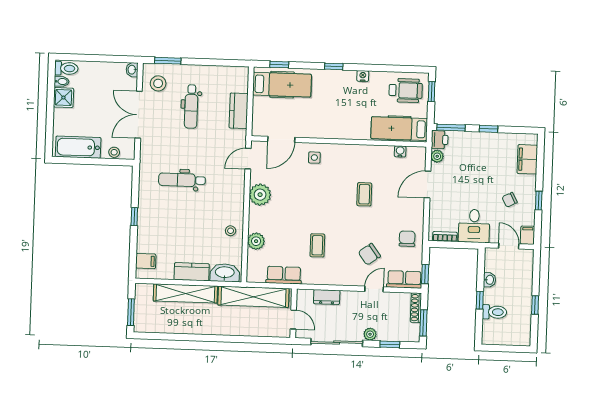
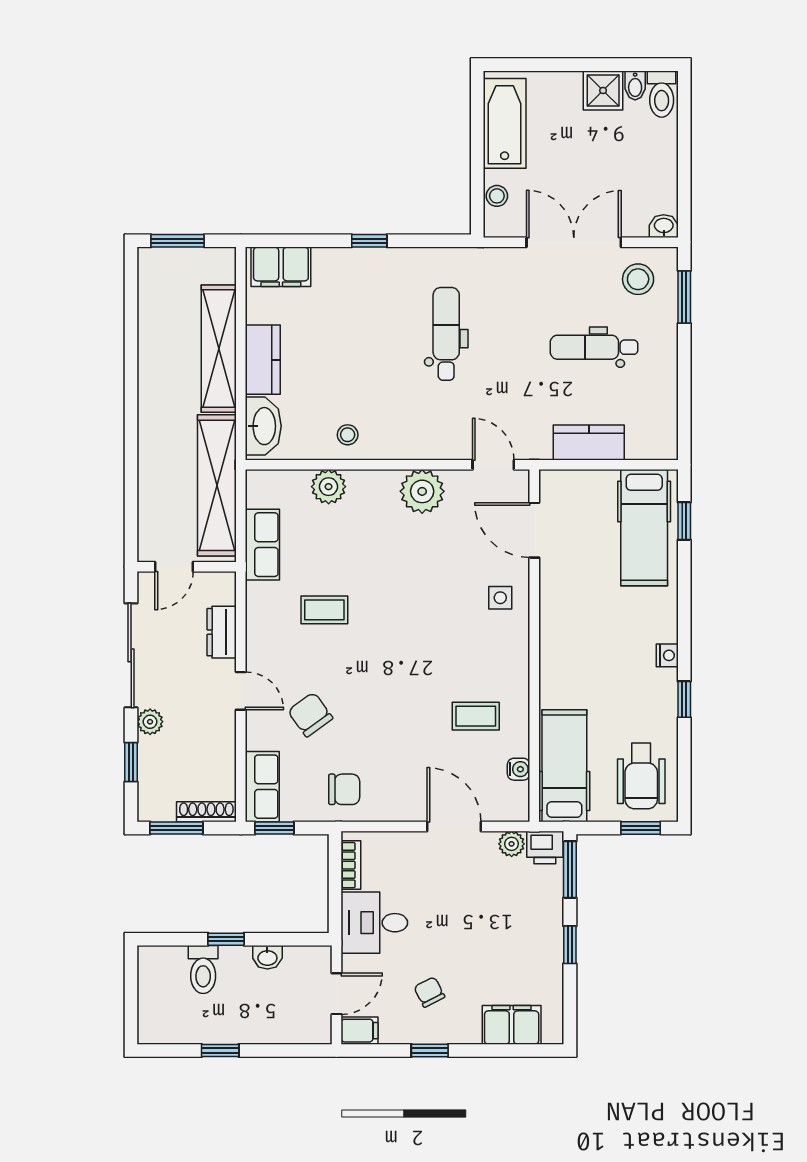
window: (334, 66) -> (684, 699), moved
nightstand: (363, 76) -> (667, 655), moved
coffee table: (364, 194) -> (476, 716), moved
filing cabinet: (146, 261) -> (281, 267), width x2.00
door: (374, 289) -> (241, 691), moved

